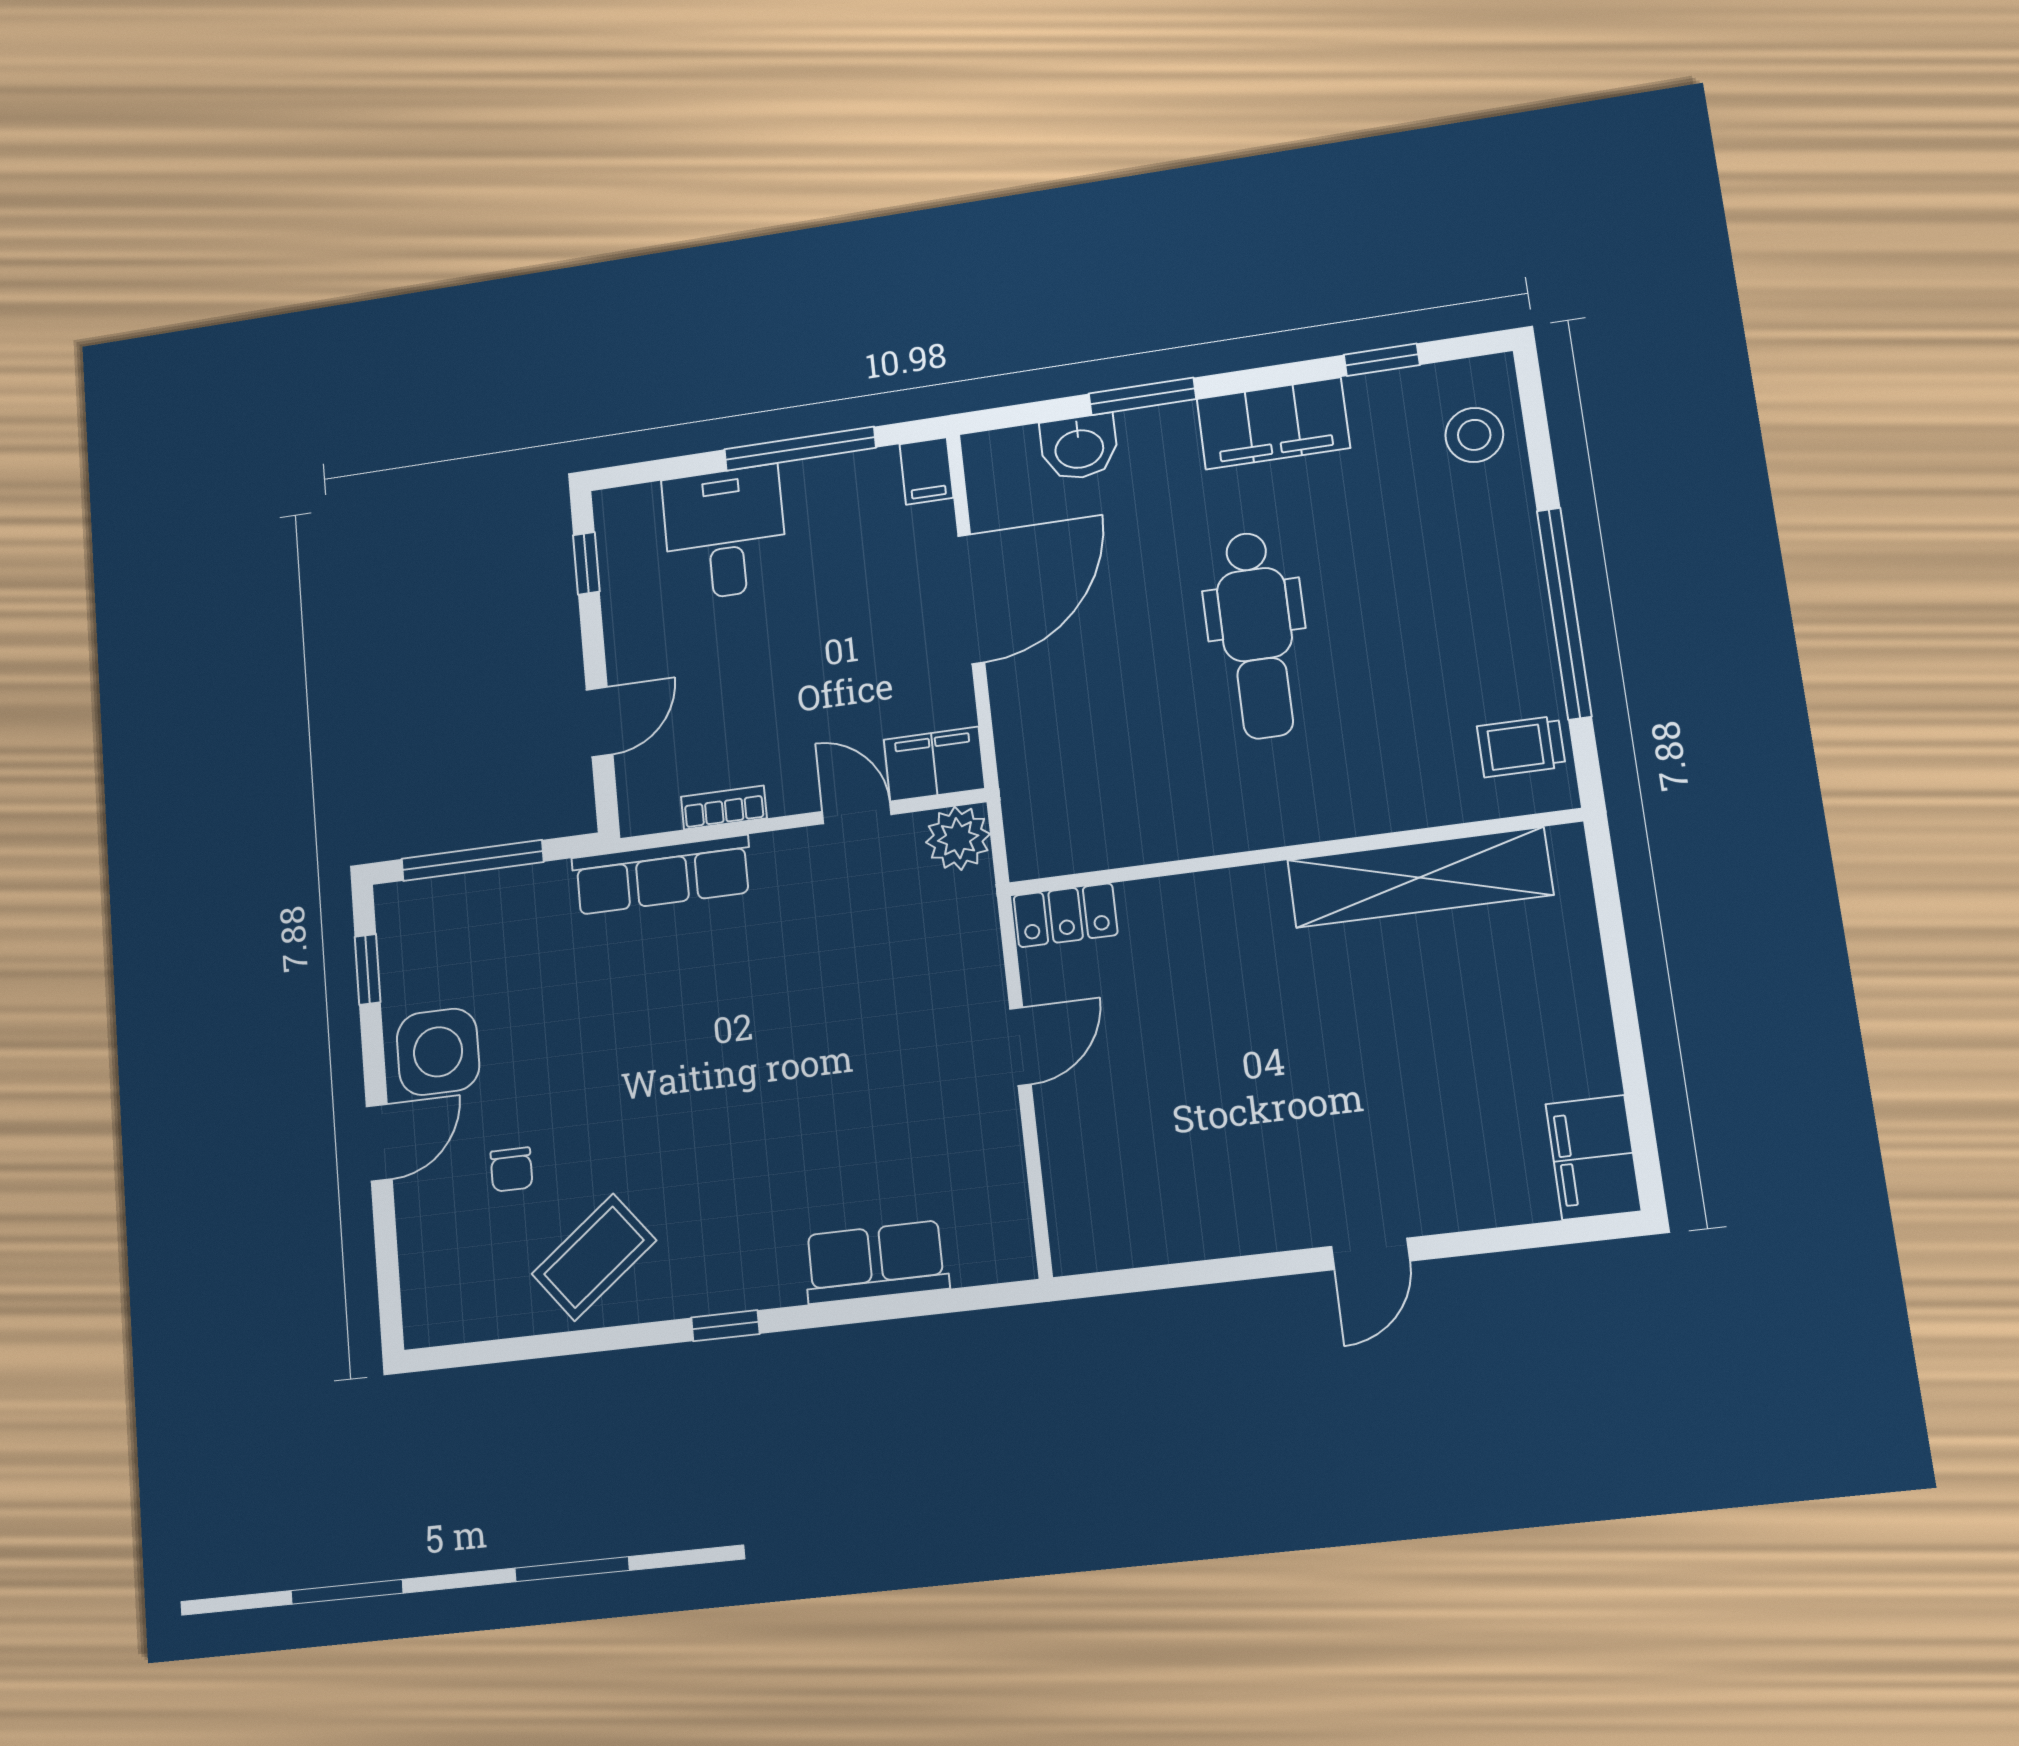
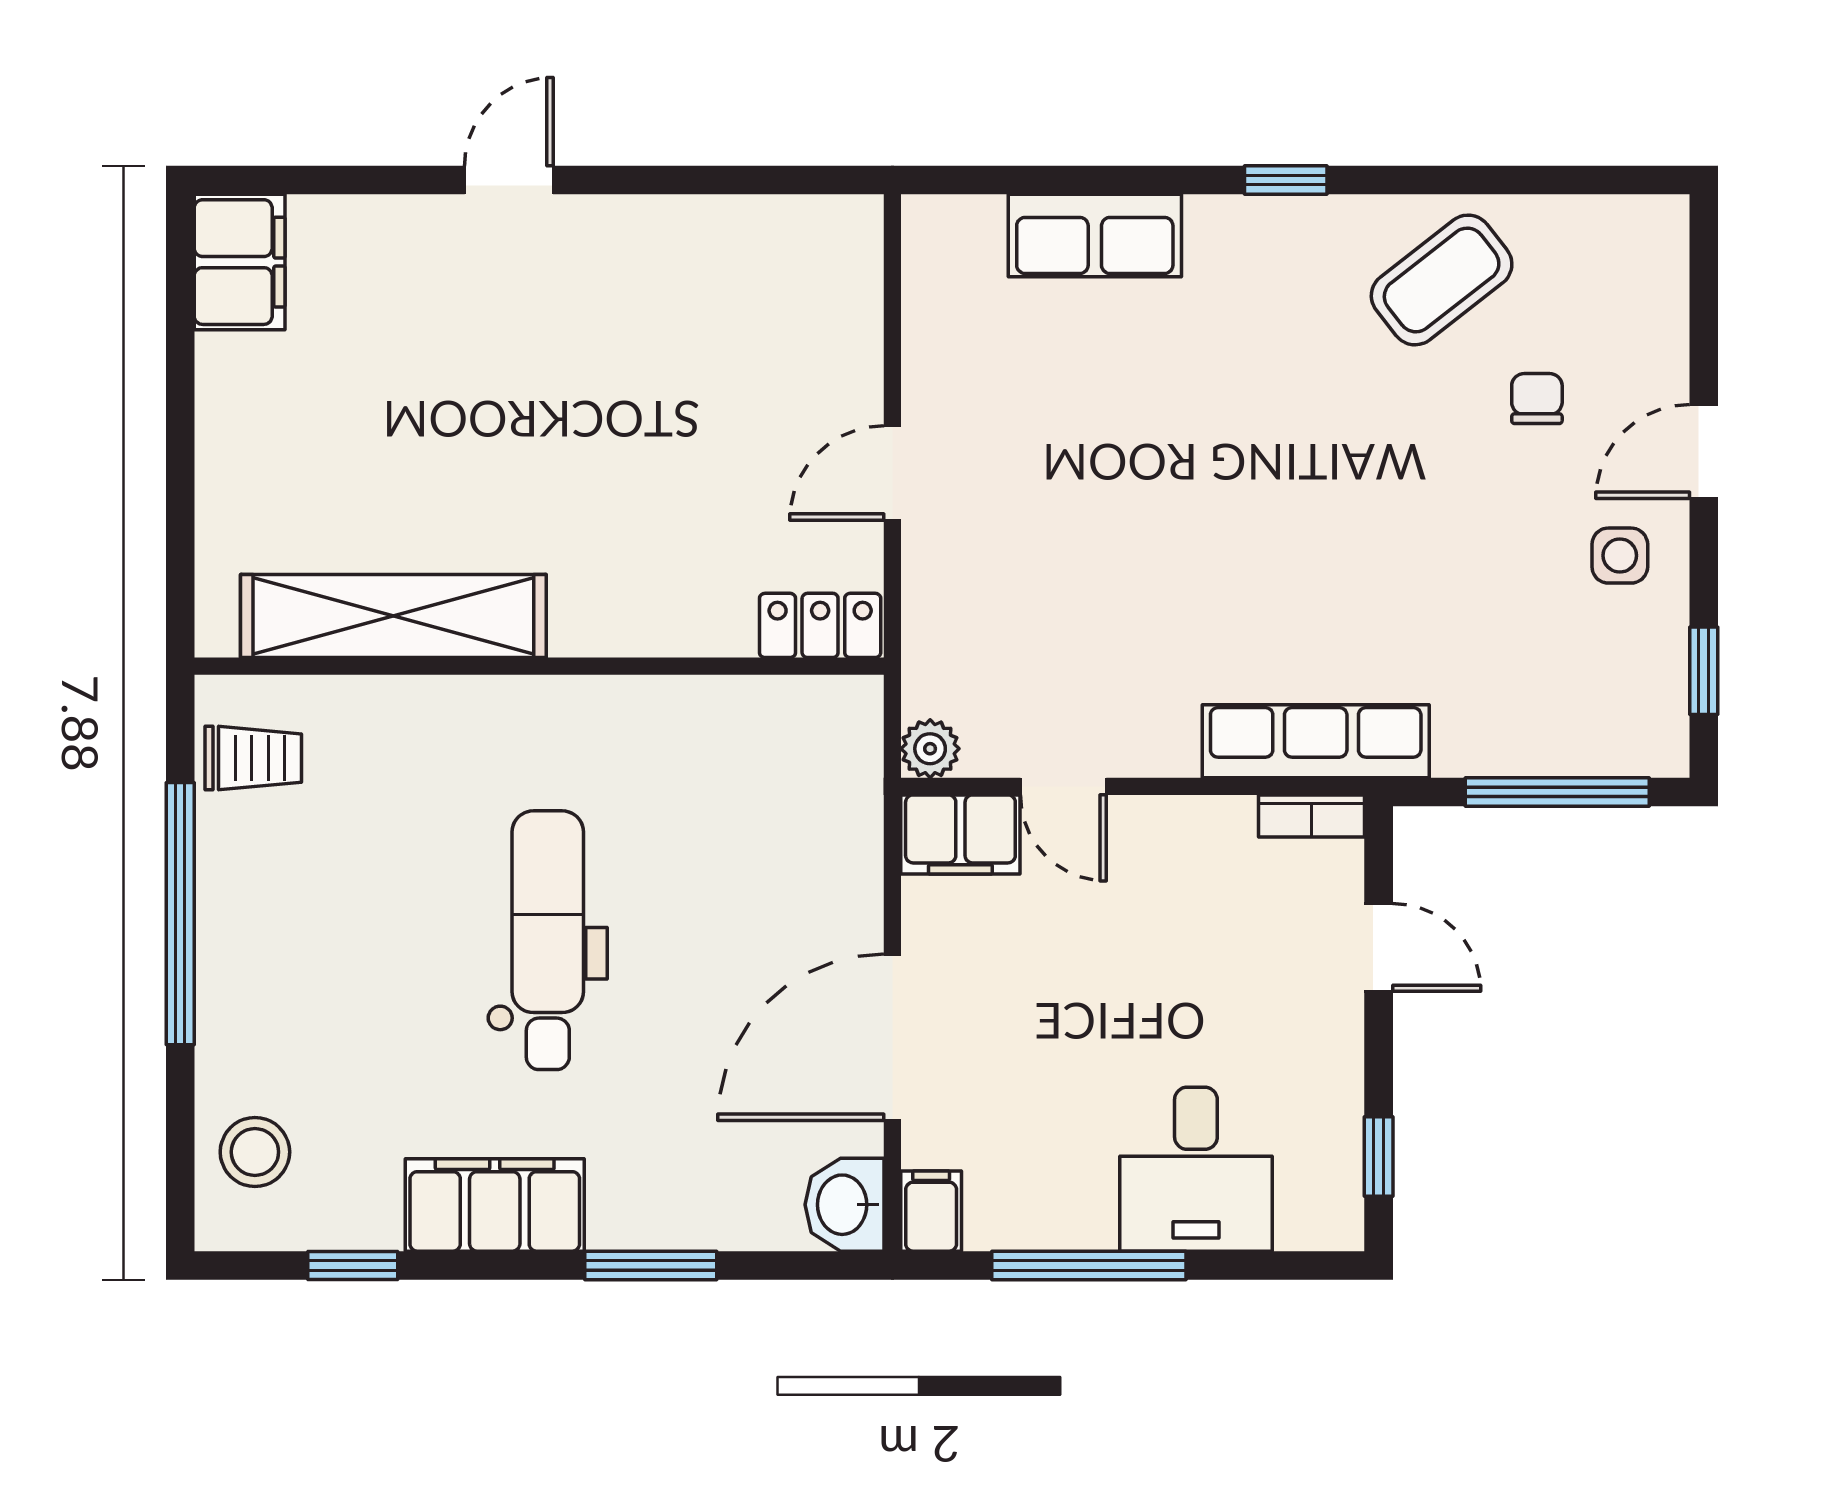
washbasin: (1079, 447) -> (845, 1205), moved, turned -90
door: (600, 722) -> (1379, 947), swing flipped
bookcase: (724, 807) -> (1312, 816), moved
plant: (958, 838) -> (930, 749), width x0.73, depth x0.73
side table: (438, 1052) -> (1620, 556), width x0.54, depth x0.54

